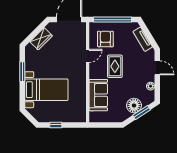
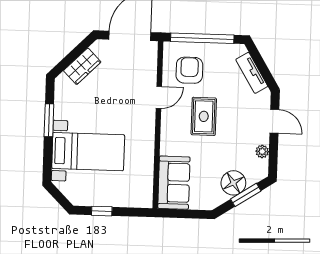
sofa: (98, 95) -> (174, 183), moved

